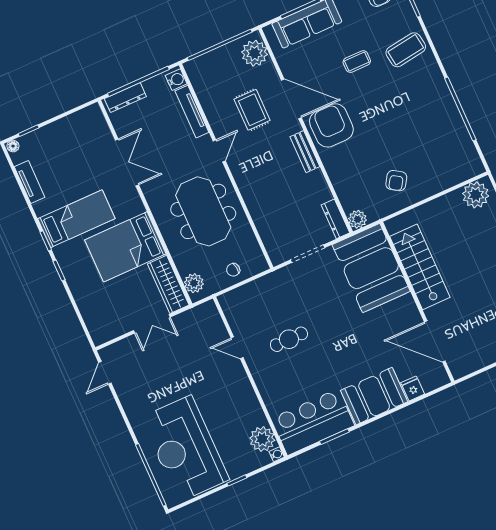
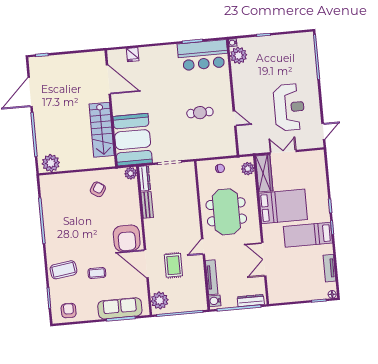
bench: (305, 152) -> (147, 205), moved
booth: (374, 396) -> (159, 58), removed
reception desk: (185, 449) -> (289, 107), moved, width x0.74, depth x0.77

